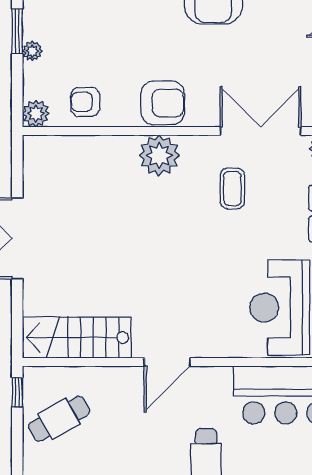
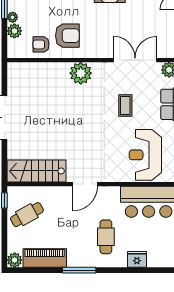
armchair: (163, 103) -> (67, 36), moved
plant: (36, 114) -> (14, 31), moved
coffee table: (232, 188) -> (125, 105), moved

